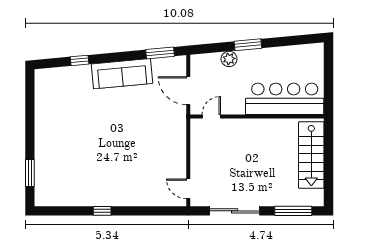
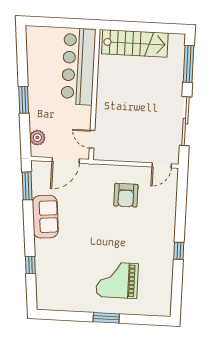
plant: (229, 59) -> (37, 138), moved
sofa: (122, 74) -> (45, 217), width x0.73
grand piano: (69, 150) -> (117, 280), added
armchair: (156, 154) -> (126, 195), added
window: (30, 173) -> (106, 318), moved

